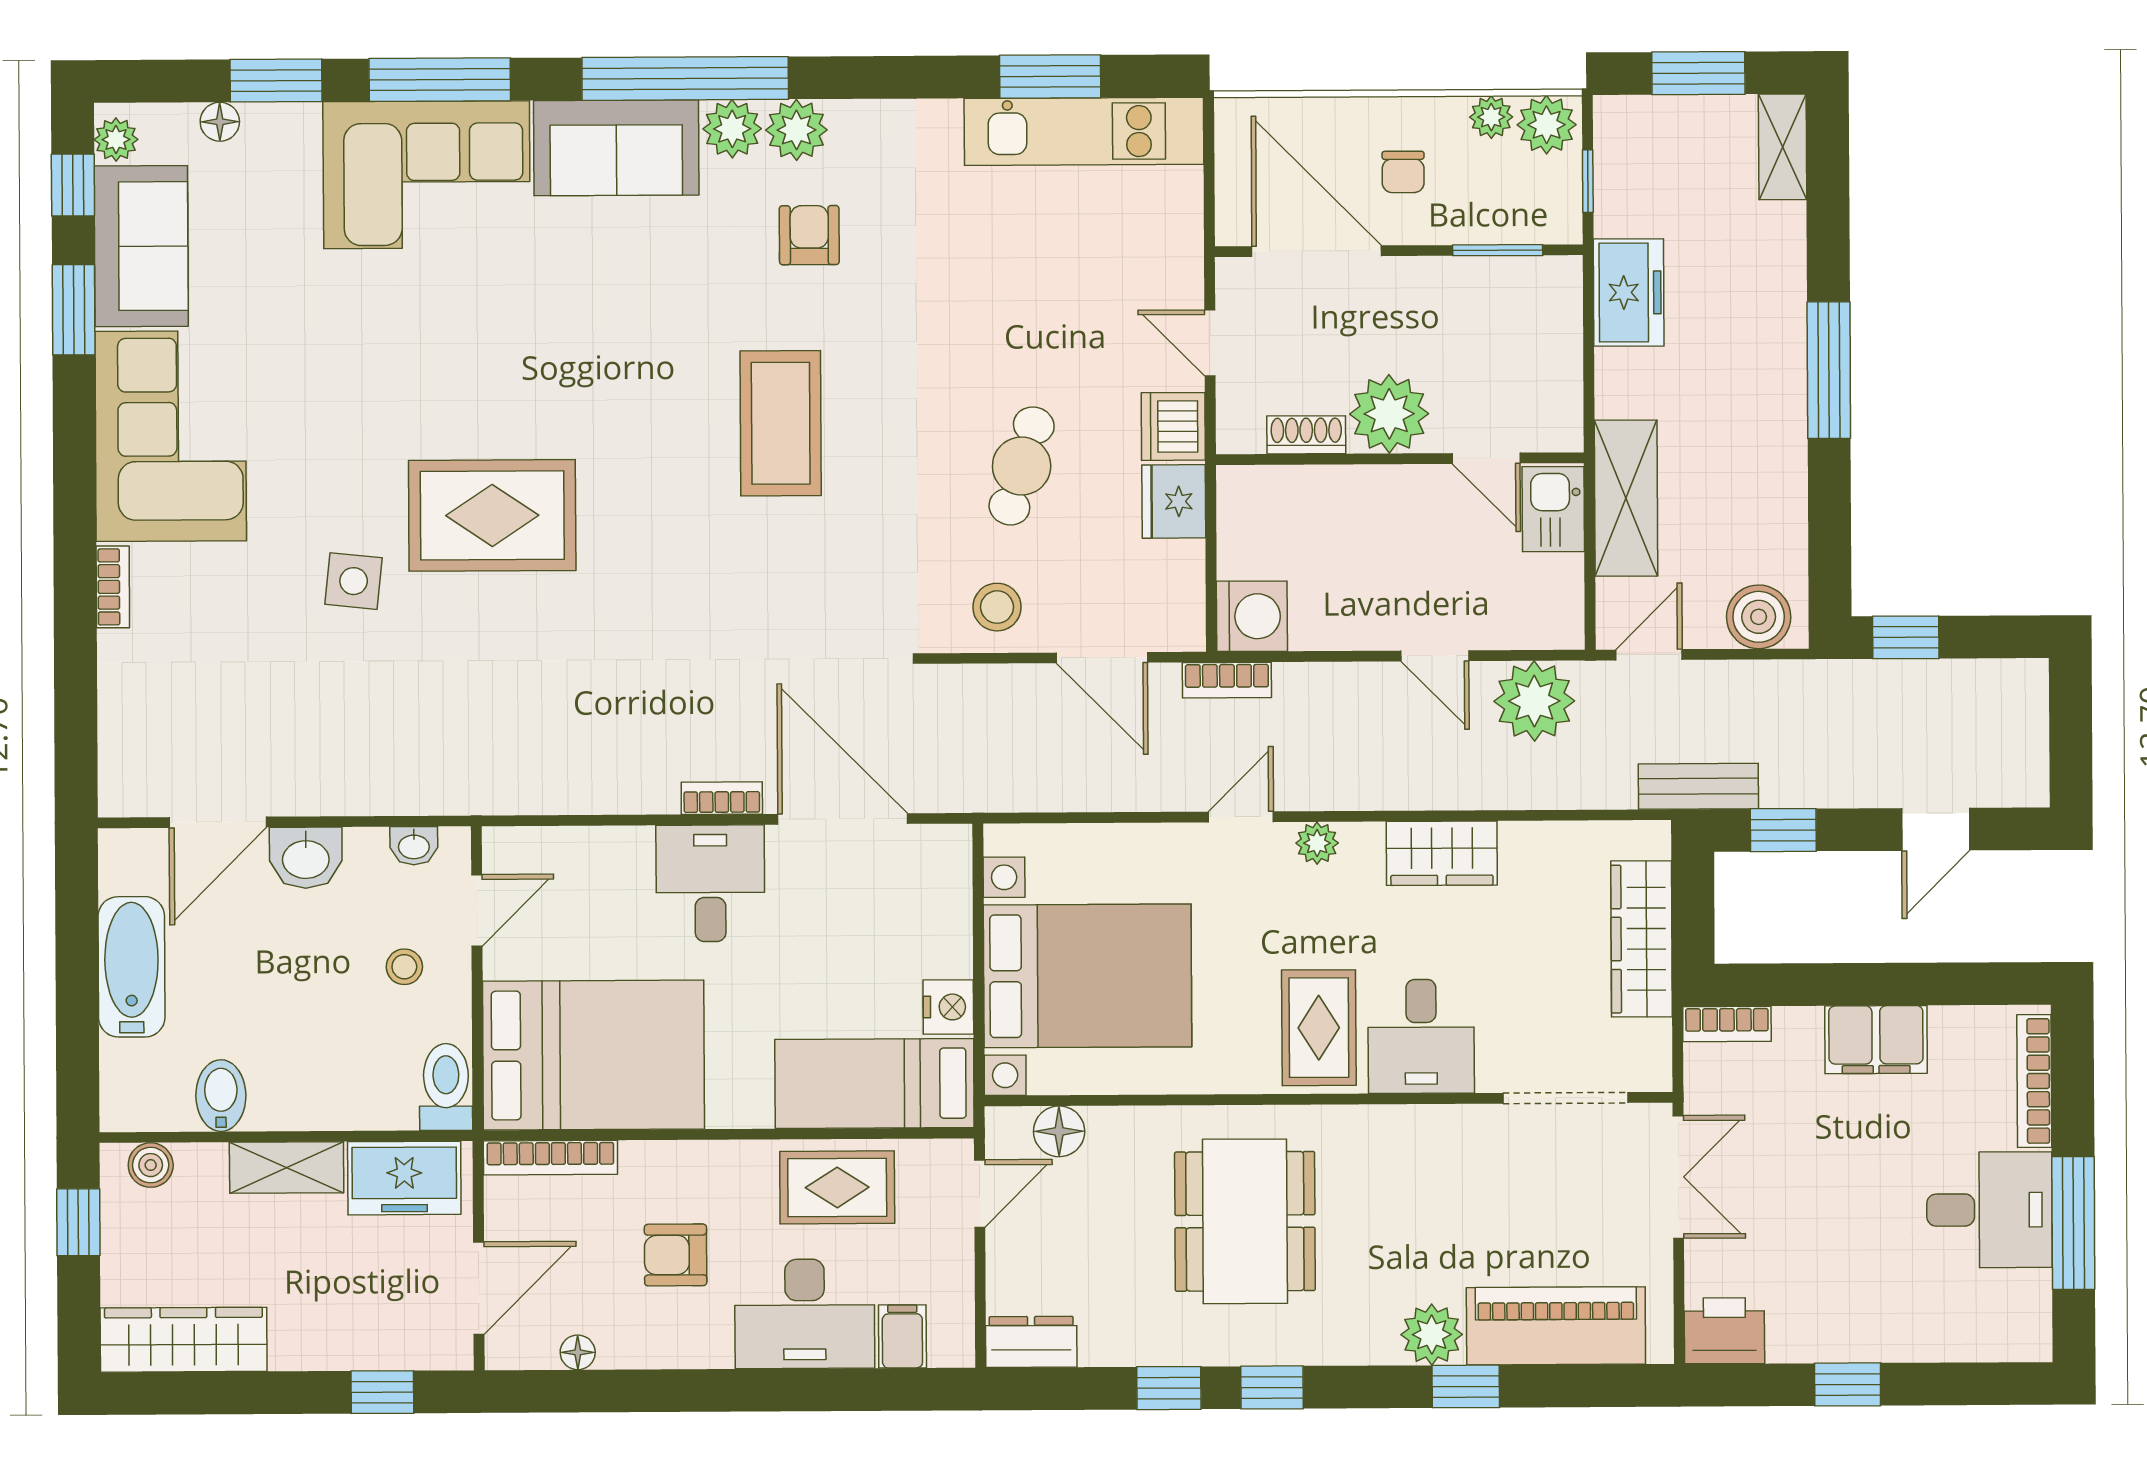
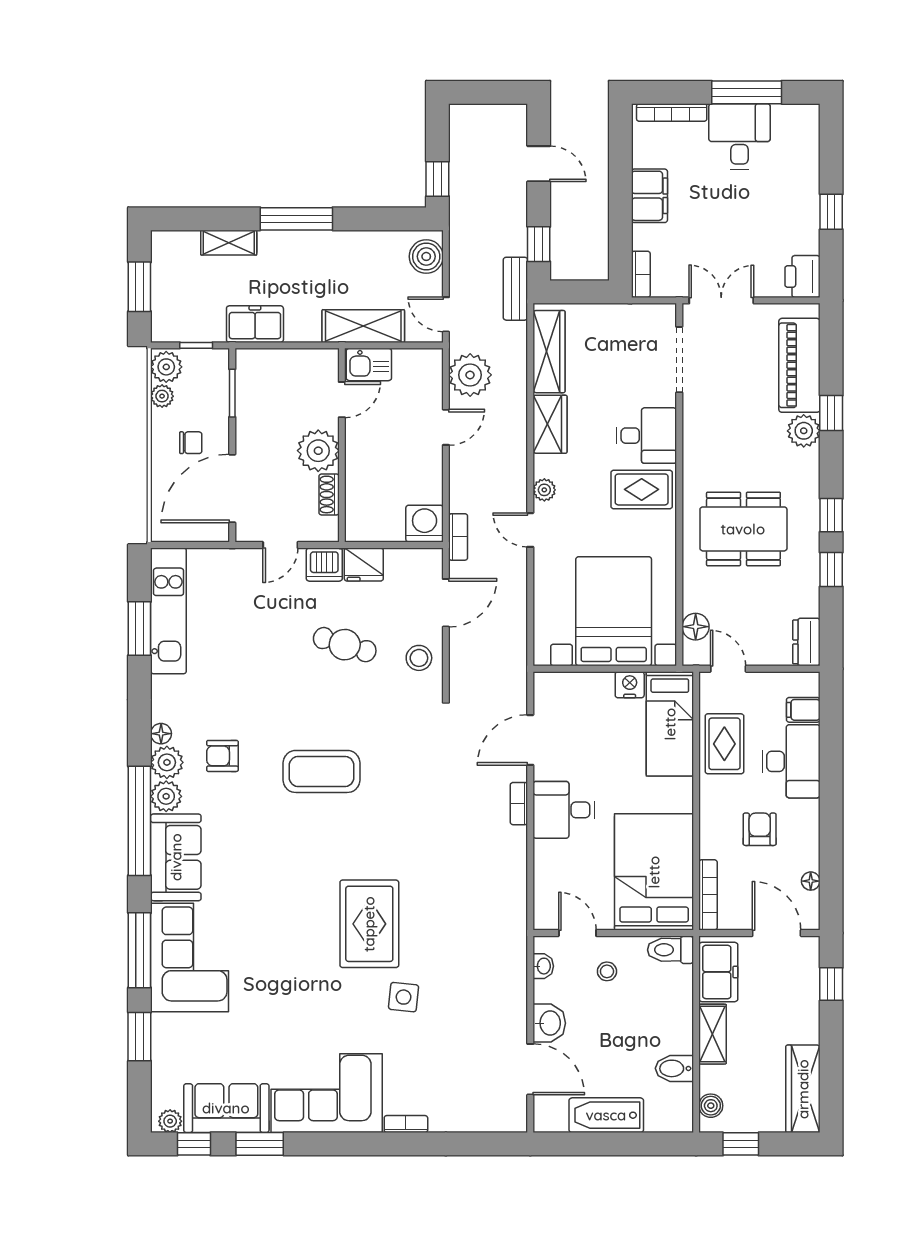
floor lamp: (220, 122) -> (161, 734), moved
shelving: (1783, 147) -> (229, 243), moved
door: (843, 819) -> (530, 740), width x0.73
wardrobe: (1642, 939) -> (549, 352), moved, turned -90
armchair: (676, 1255) -> (760, 829), turned 180

